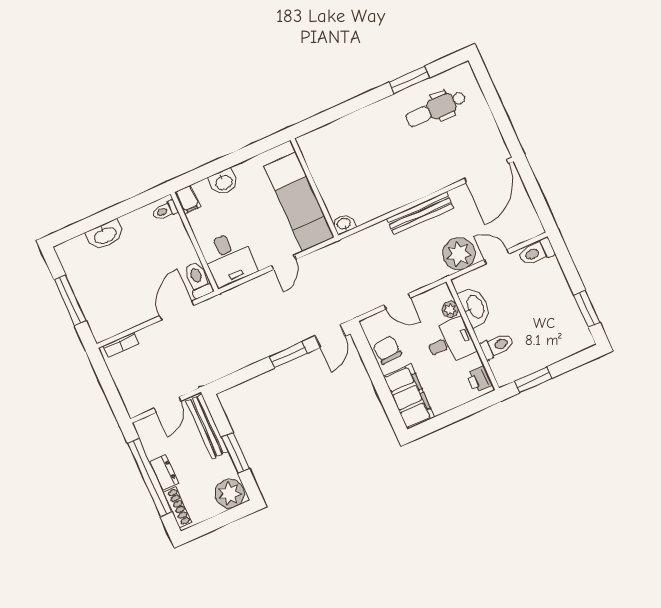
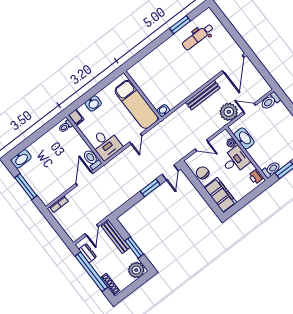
washbasin: (105, 235) -> (21, 159), moved
toilet: (497, 346) -> (271, 170), moved
dresser: (164, 472) -> (88, 253), moved

